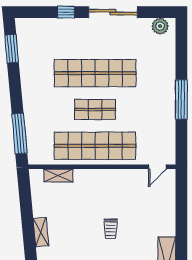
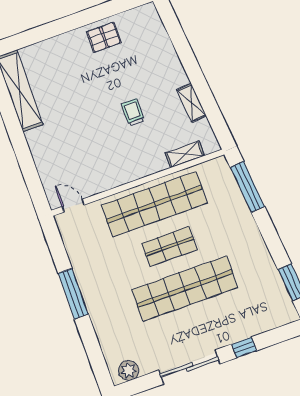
door: (157, 167) -> (73, 206), hinge flipped
trolley: (111, 229) -> (133, 112), moved
shelving: (41, 232) -> (192, 103), moved

